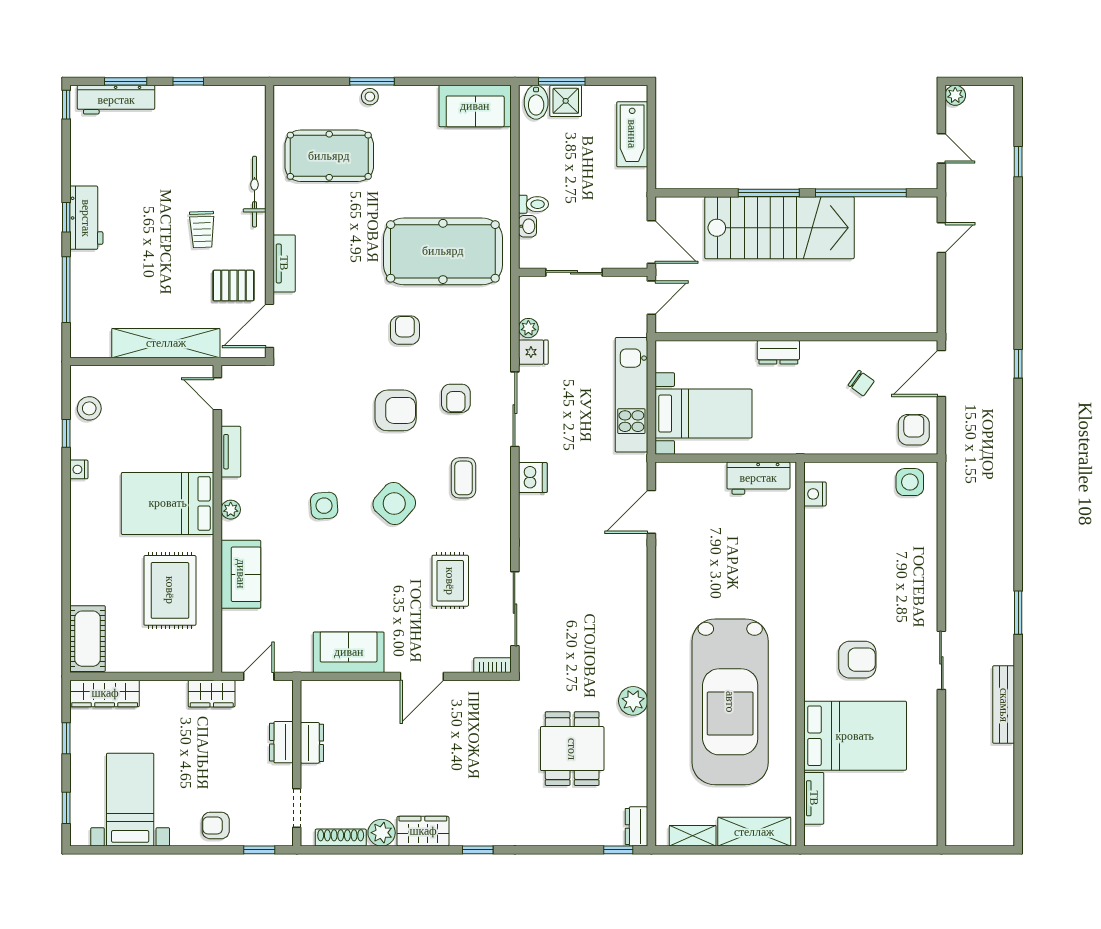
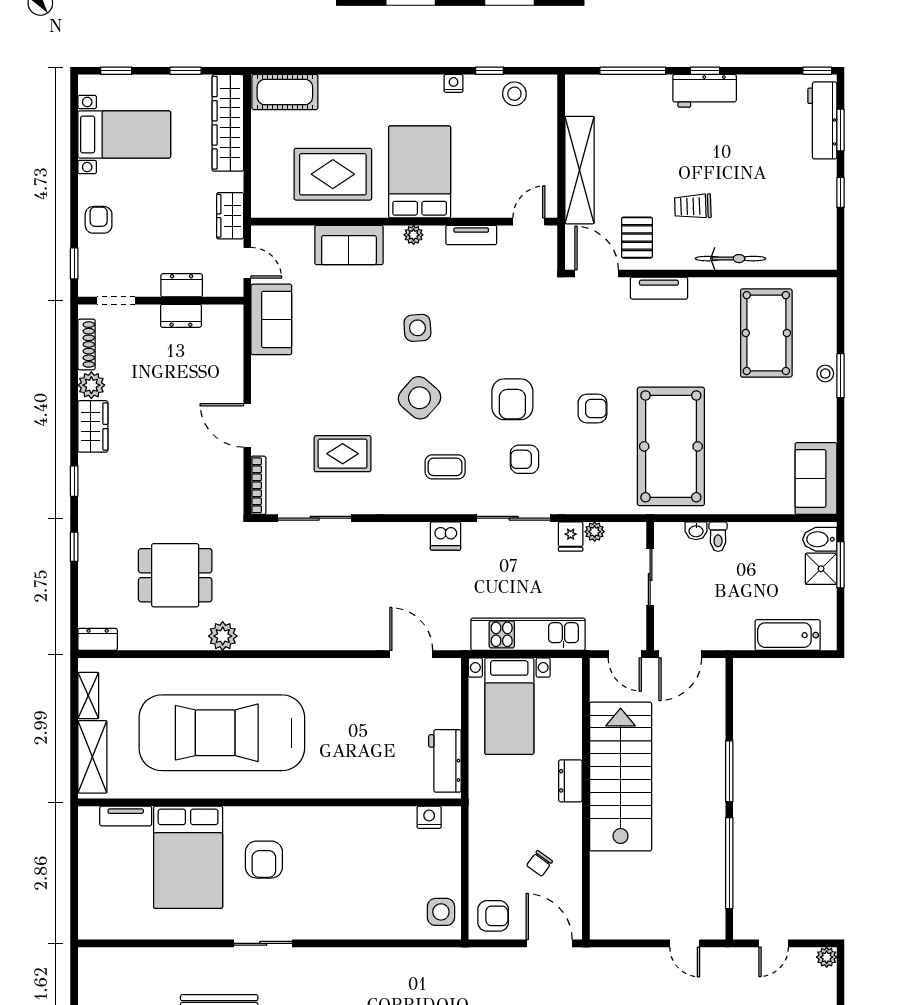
stairs: (779, 228) -> (621, 777), moved, turned 180
sofa: (349, 652) -> (271, 319), moved
bookcase: (493, 665) -> (258, 485), width x1.56
wardrobe: (105, 693) -> (228, 123), width x1.40, depth x1.17
window: (618, 850) -> (74, 547), moved

